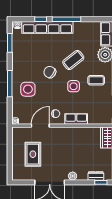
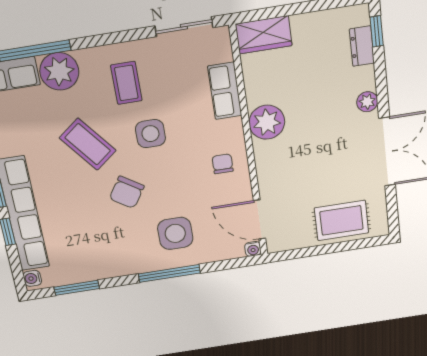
row of seats: (76, 119) -> (225, 91), moved
door: (40, 126) -> (259, 220), moved
plant: (71, 134) -> (267, 122), added
rug: (33, 154) -> (341, 220), moved

